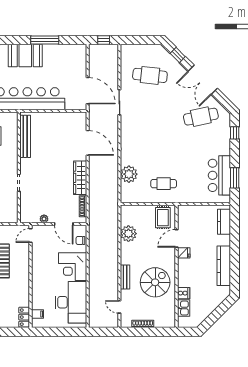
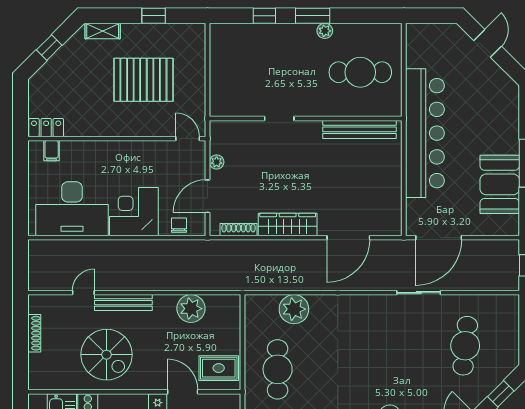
booth: (25, 56) -> (500, 184), moved
cafe table: (164, 184) -> (278, 369), width x1.37, depth x1.35
bench: (125, 277) -> (123, 303), width x1.36
door: (119, 307) -> (83, 293), moved

